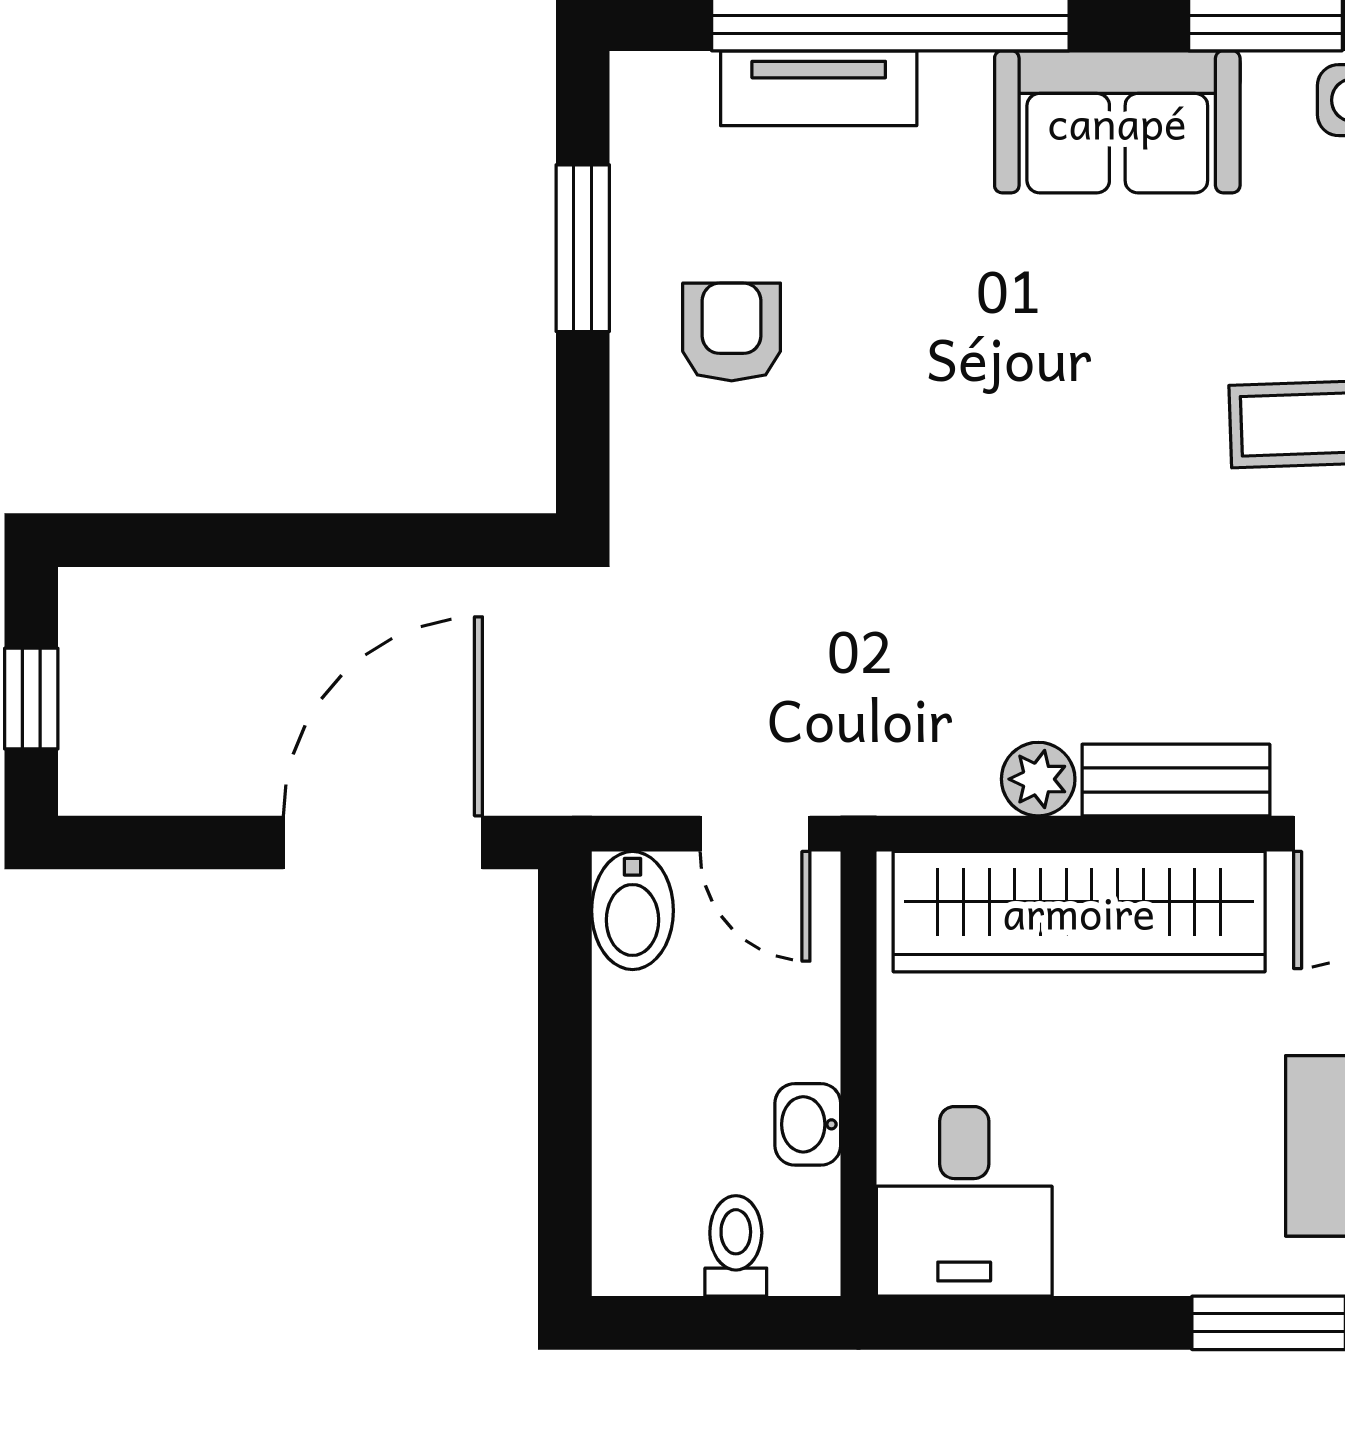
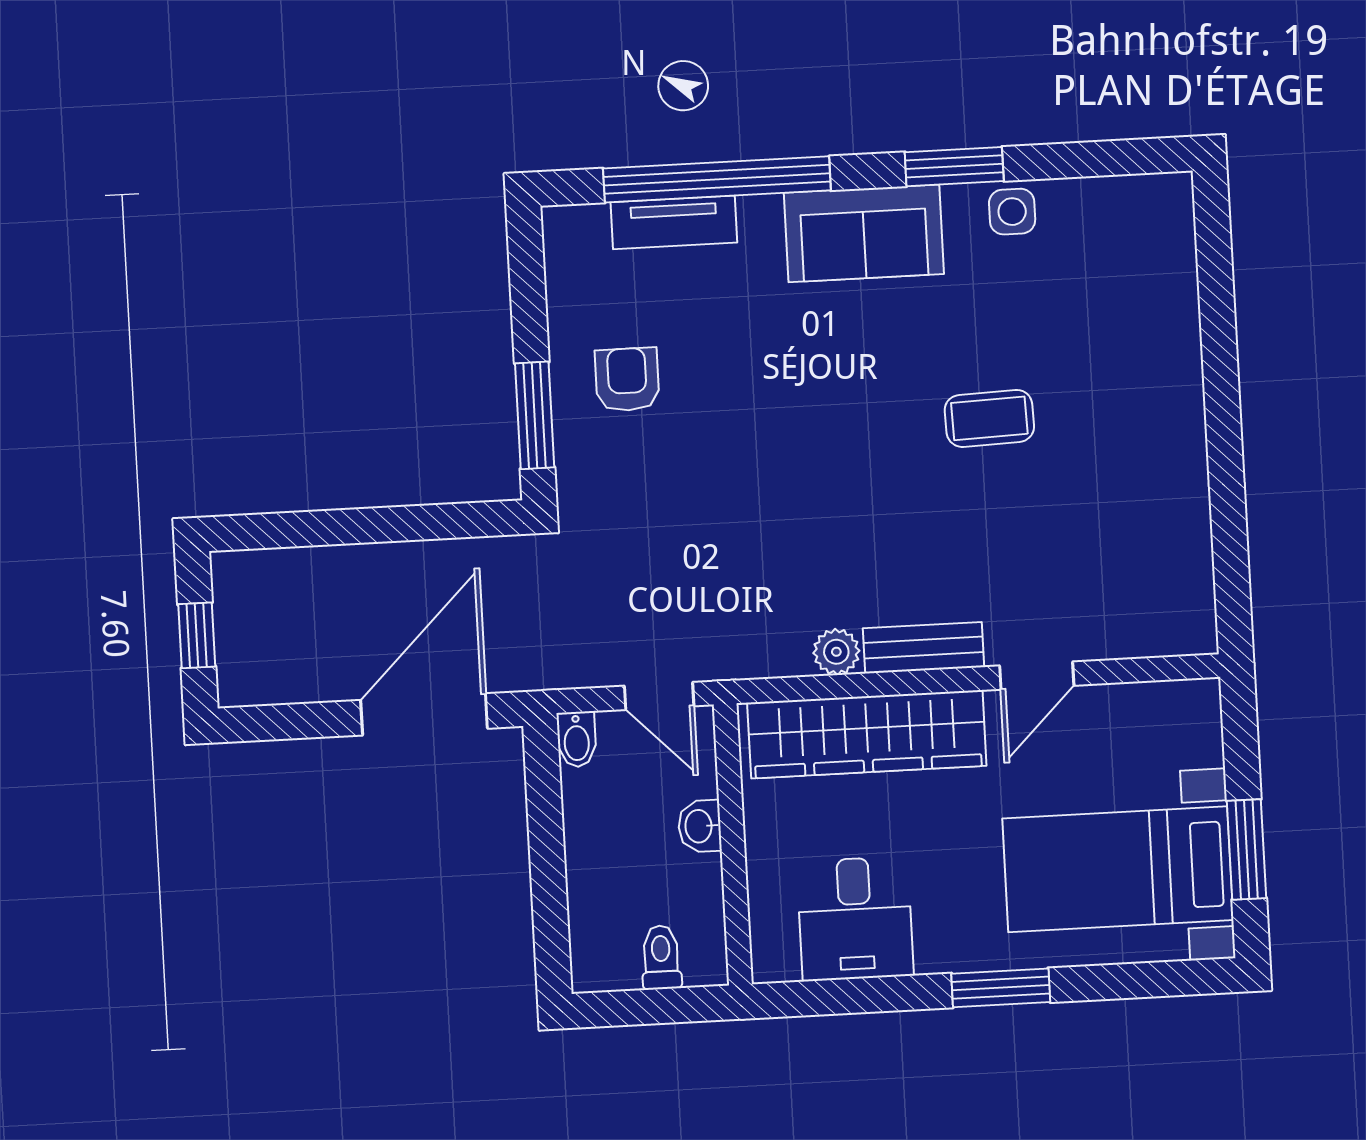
window: (583, 248) -> (535, 415), moved
bidet: (632, 911) -> (577, 739), width x0.72, depth x0.74
washbasin: (808, 1124) -> (700, 826), moved
desk: (964, 1201) -> (855, 919), moved

